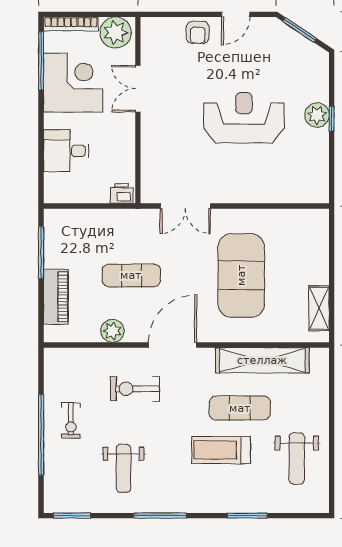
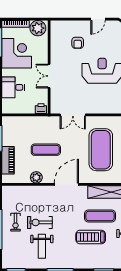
armchair: (198, 32) -> (78, 43), moved
double door: (138, 89) -> (49, 76), moved
exercise bike: (135, 389) -> (40, 222), moved

